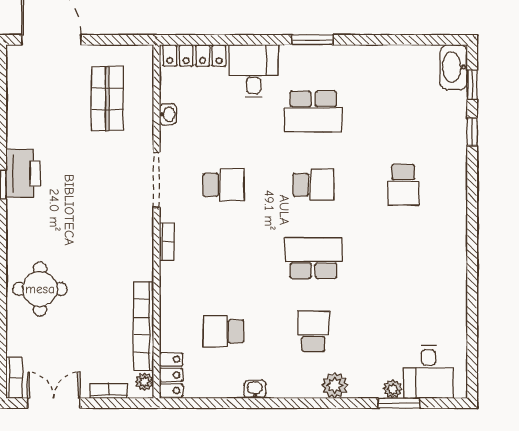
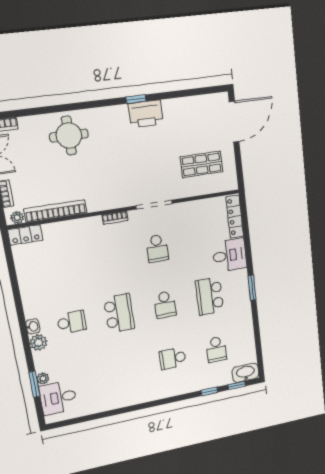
washbasin: (168, 114) -> (197, 206), removed
school desk: (223, 331) -> (216, 349), moved, turned 180
washbasin: (255, 389) -> (33, 326), moved

